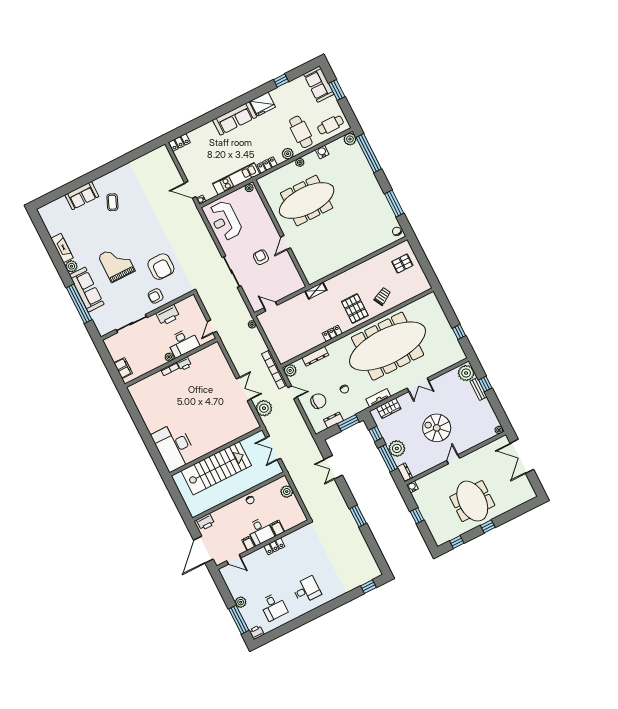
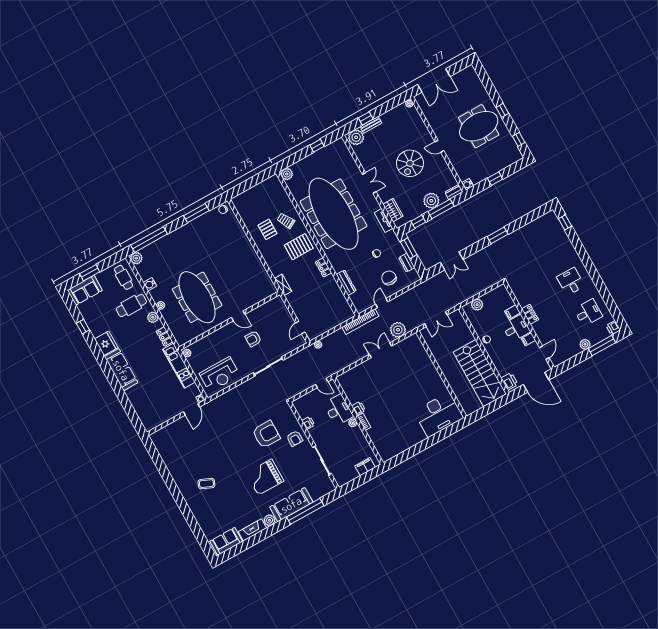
locker: (180, 142) -> (146, 422), removed
sofa: (82, 196) -> (226, 541), moved, turned -90
pallet: (402, 264) -> (267, 229), moved
printer: (168, 315) -> (308, 423), width x0.53, depth x0.68
plant: (290, 370) -> (287, 174), moved
stairs: (216, 468) -> (480, 373), moved, turned 180

